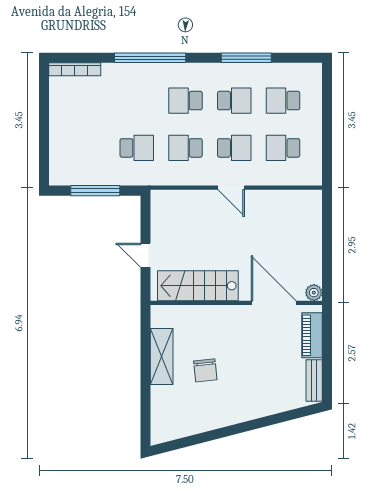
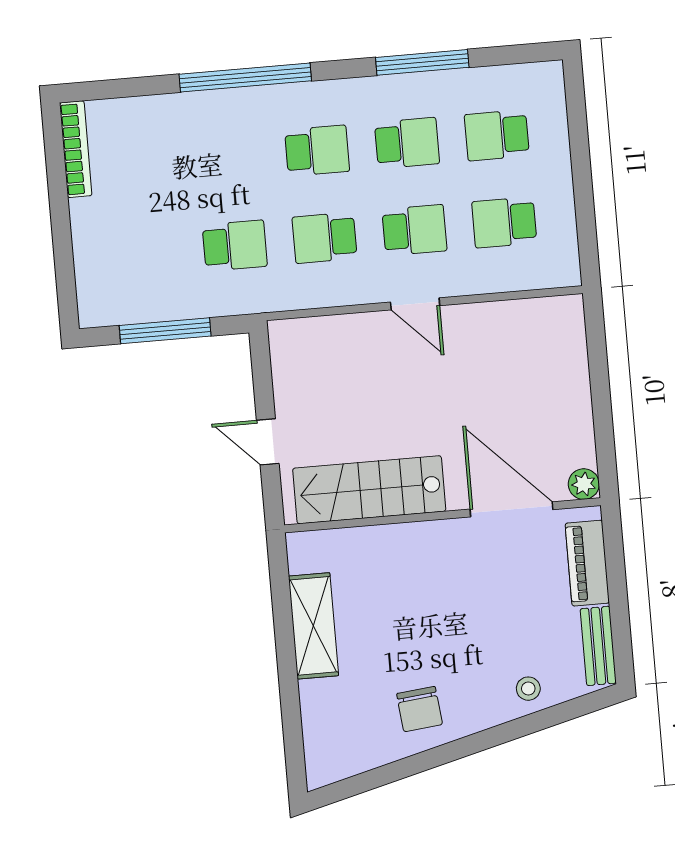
bookcase: (75, 69) -> (76, 149), moved, turned -90
school desk: (185, 101) -> (317, 151), turned 180
chair: (205, 370) -> (419, 709), moved
stool: (274, 400) -> (528, 689), added

